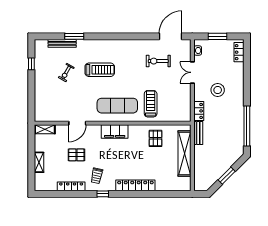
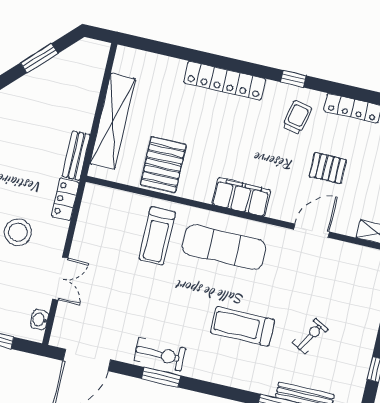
window: (133, 36) -> (161, 377), added
exercise bike: (158, 61) -> (160, 354), moved
pallet: (156, 138) -> (163, 165), width x1.50, depth x1.42

